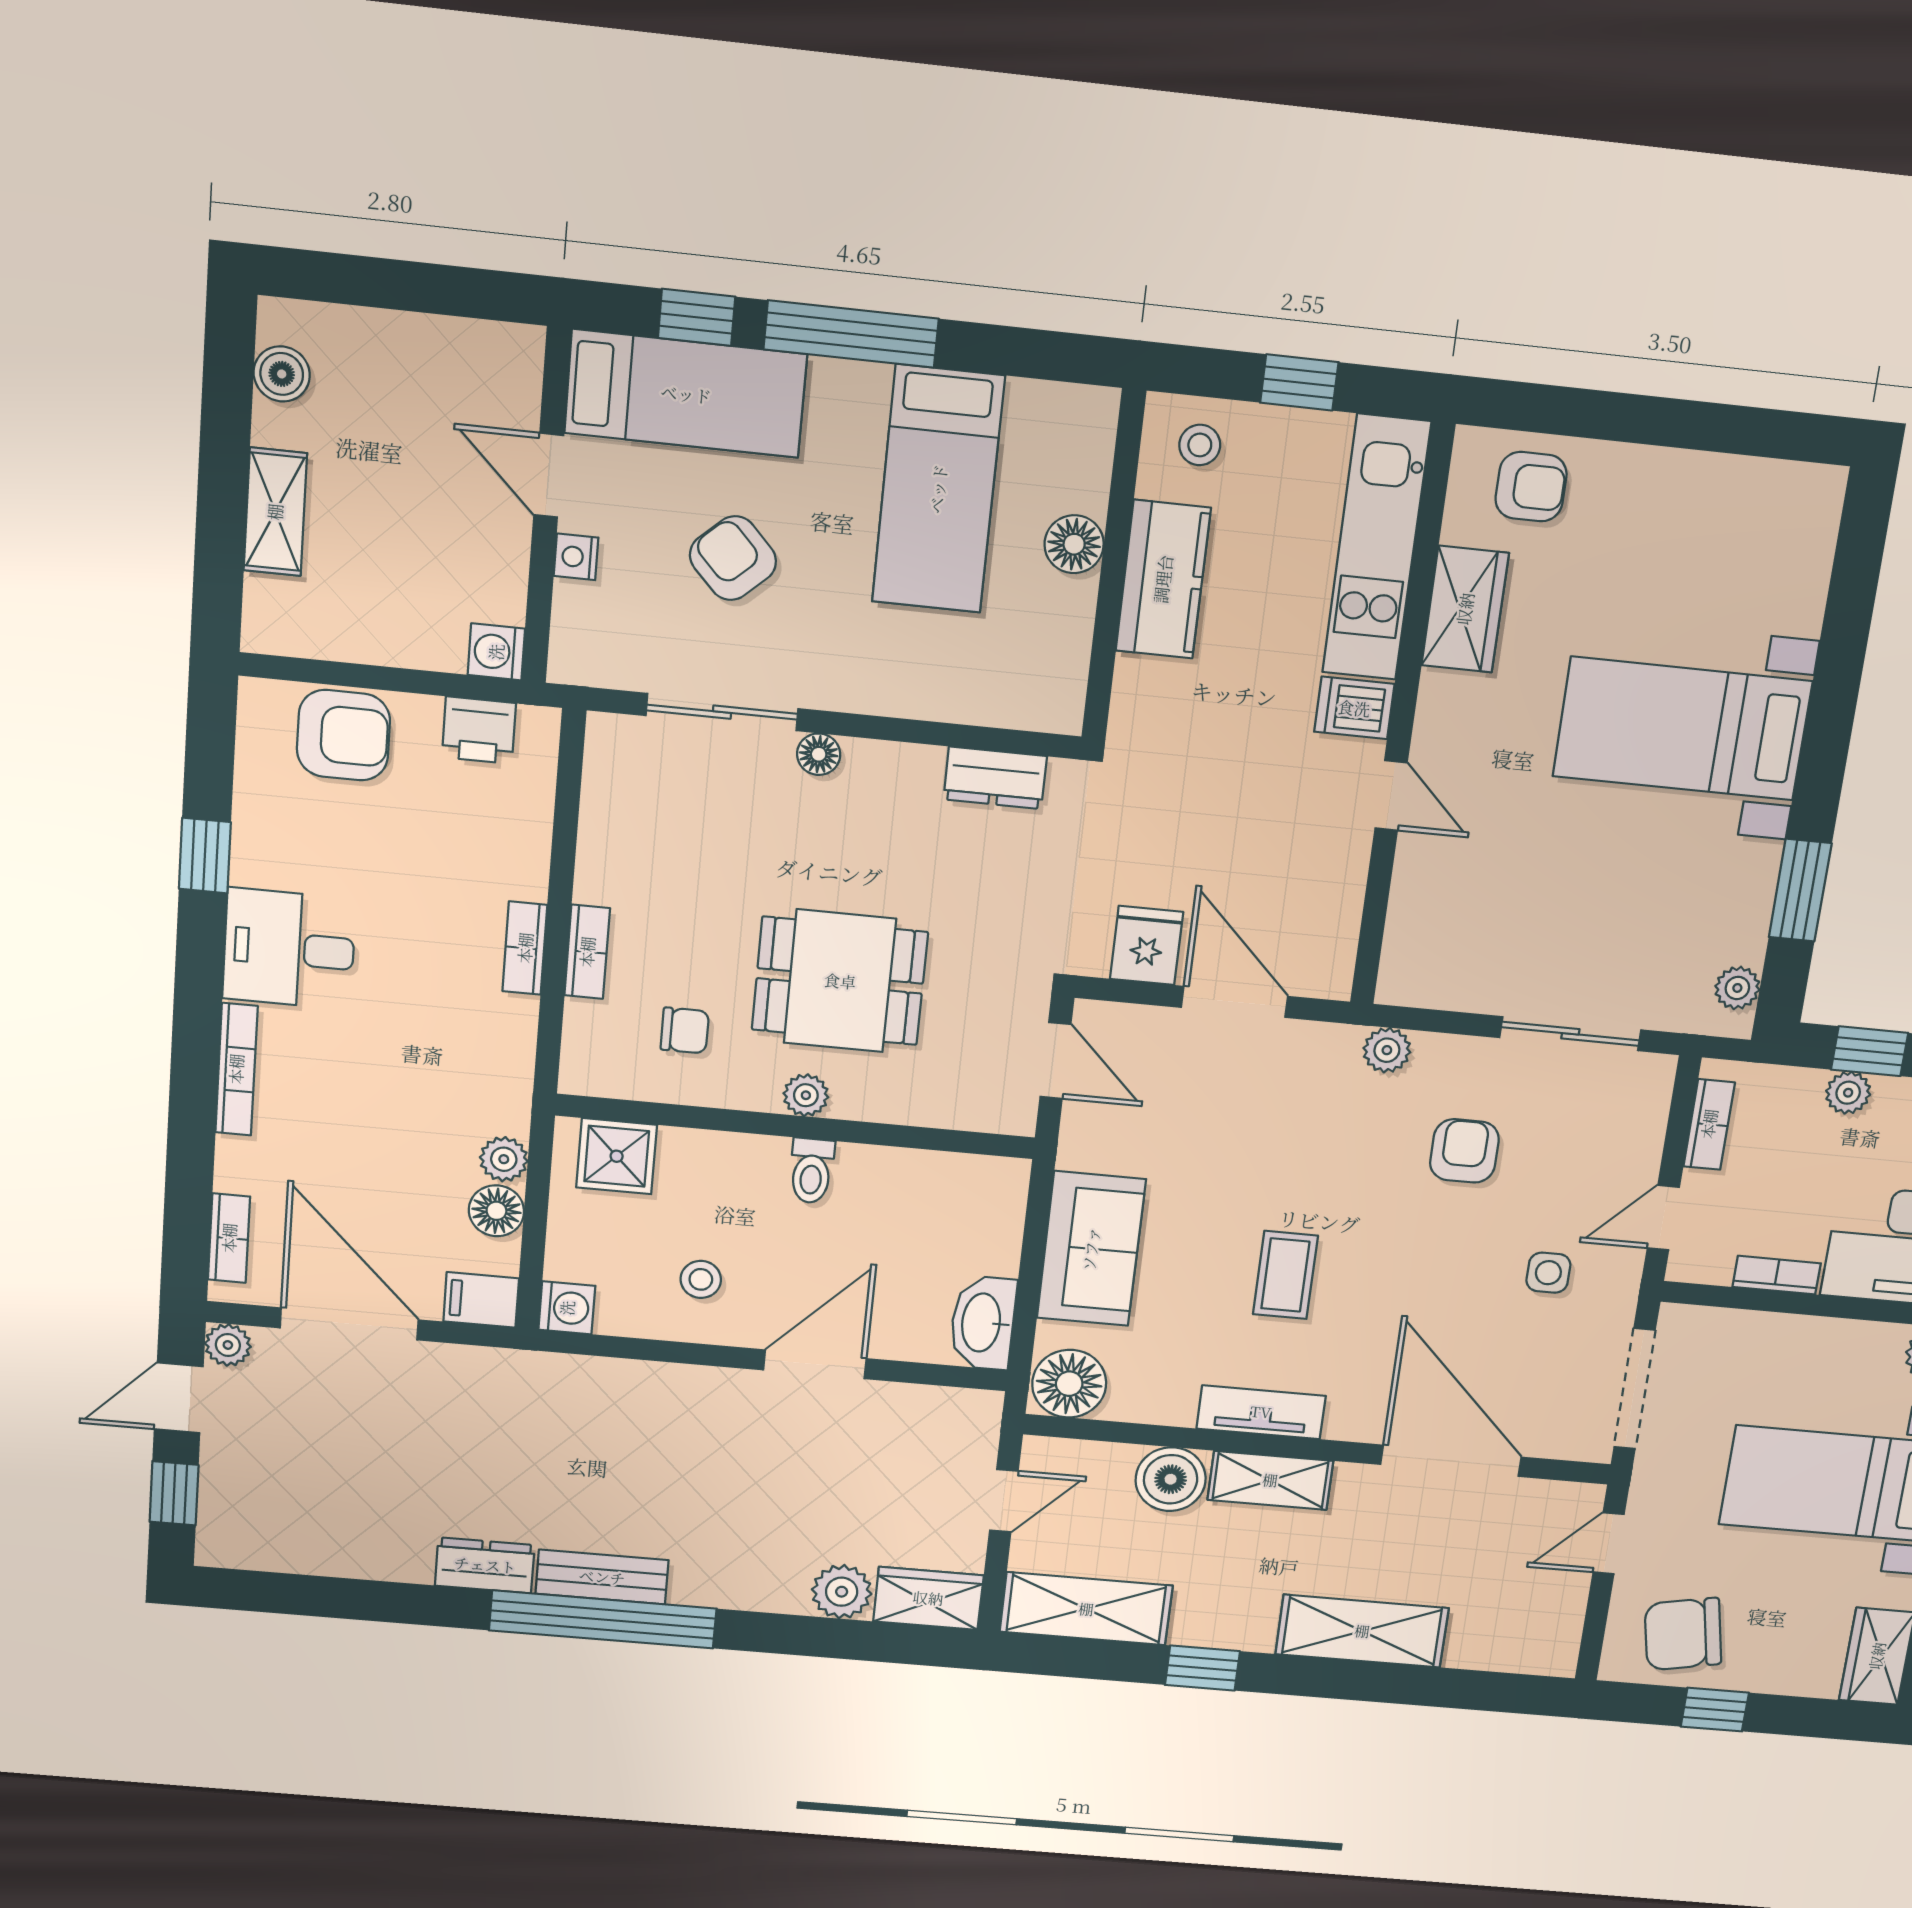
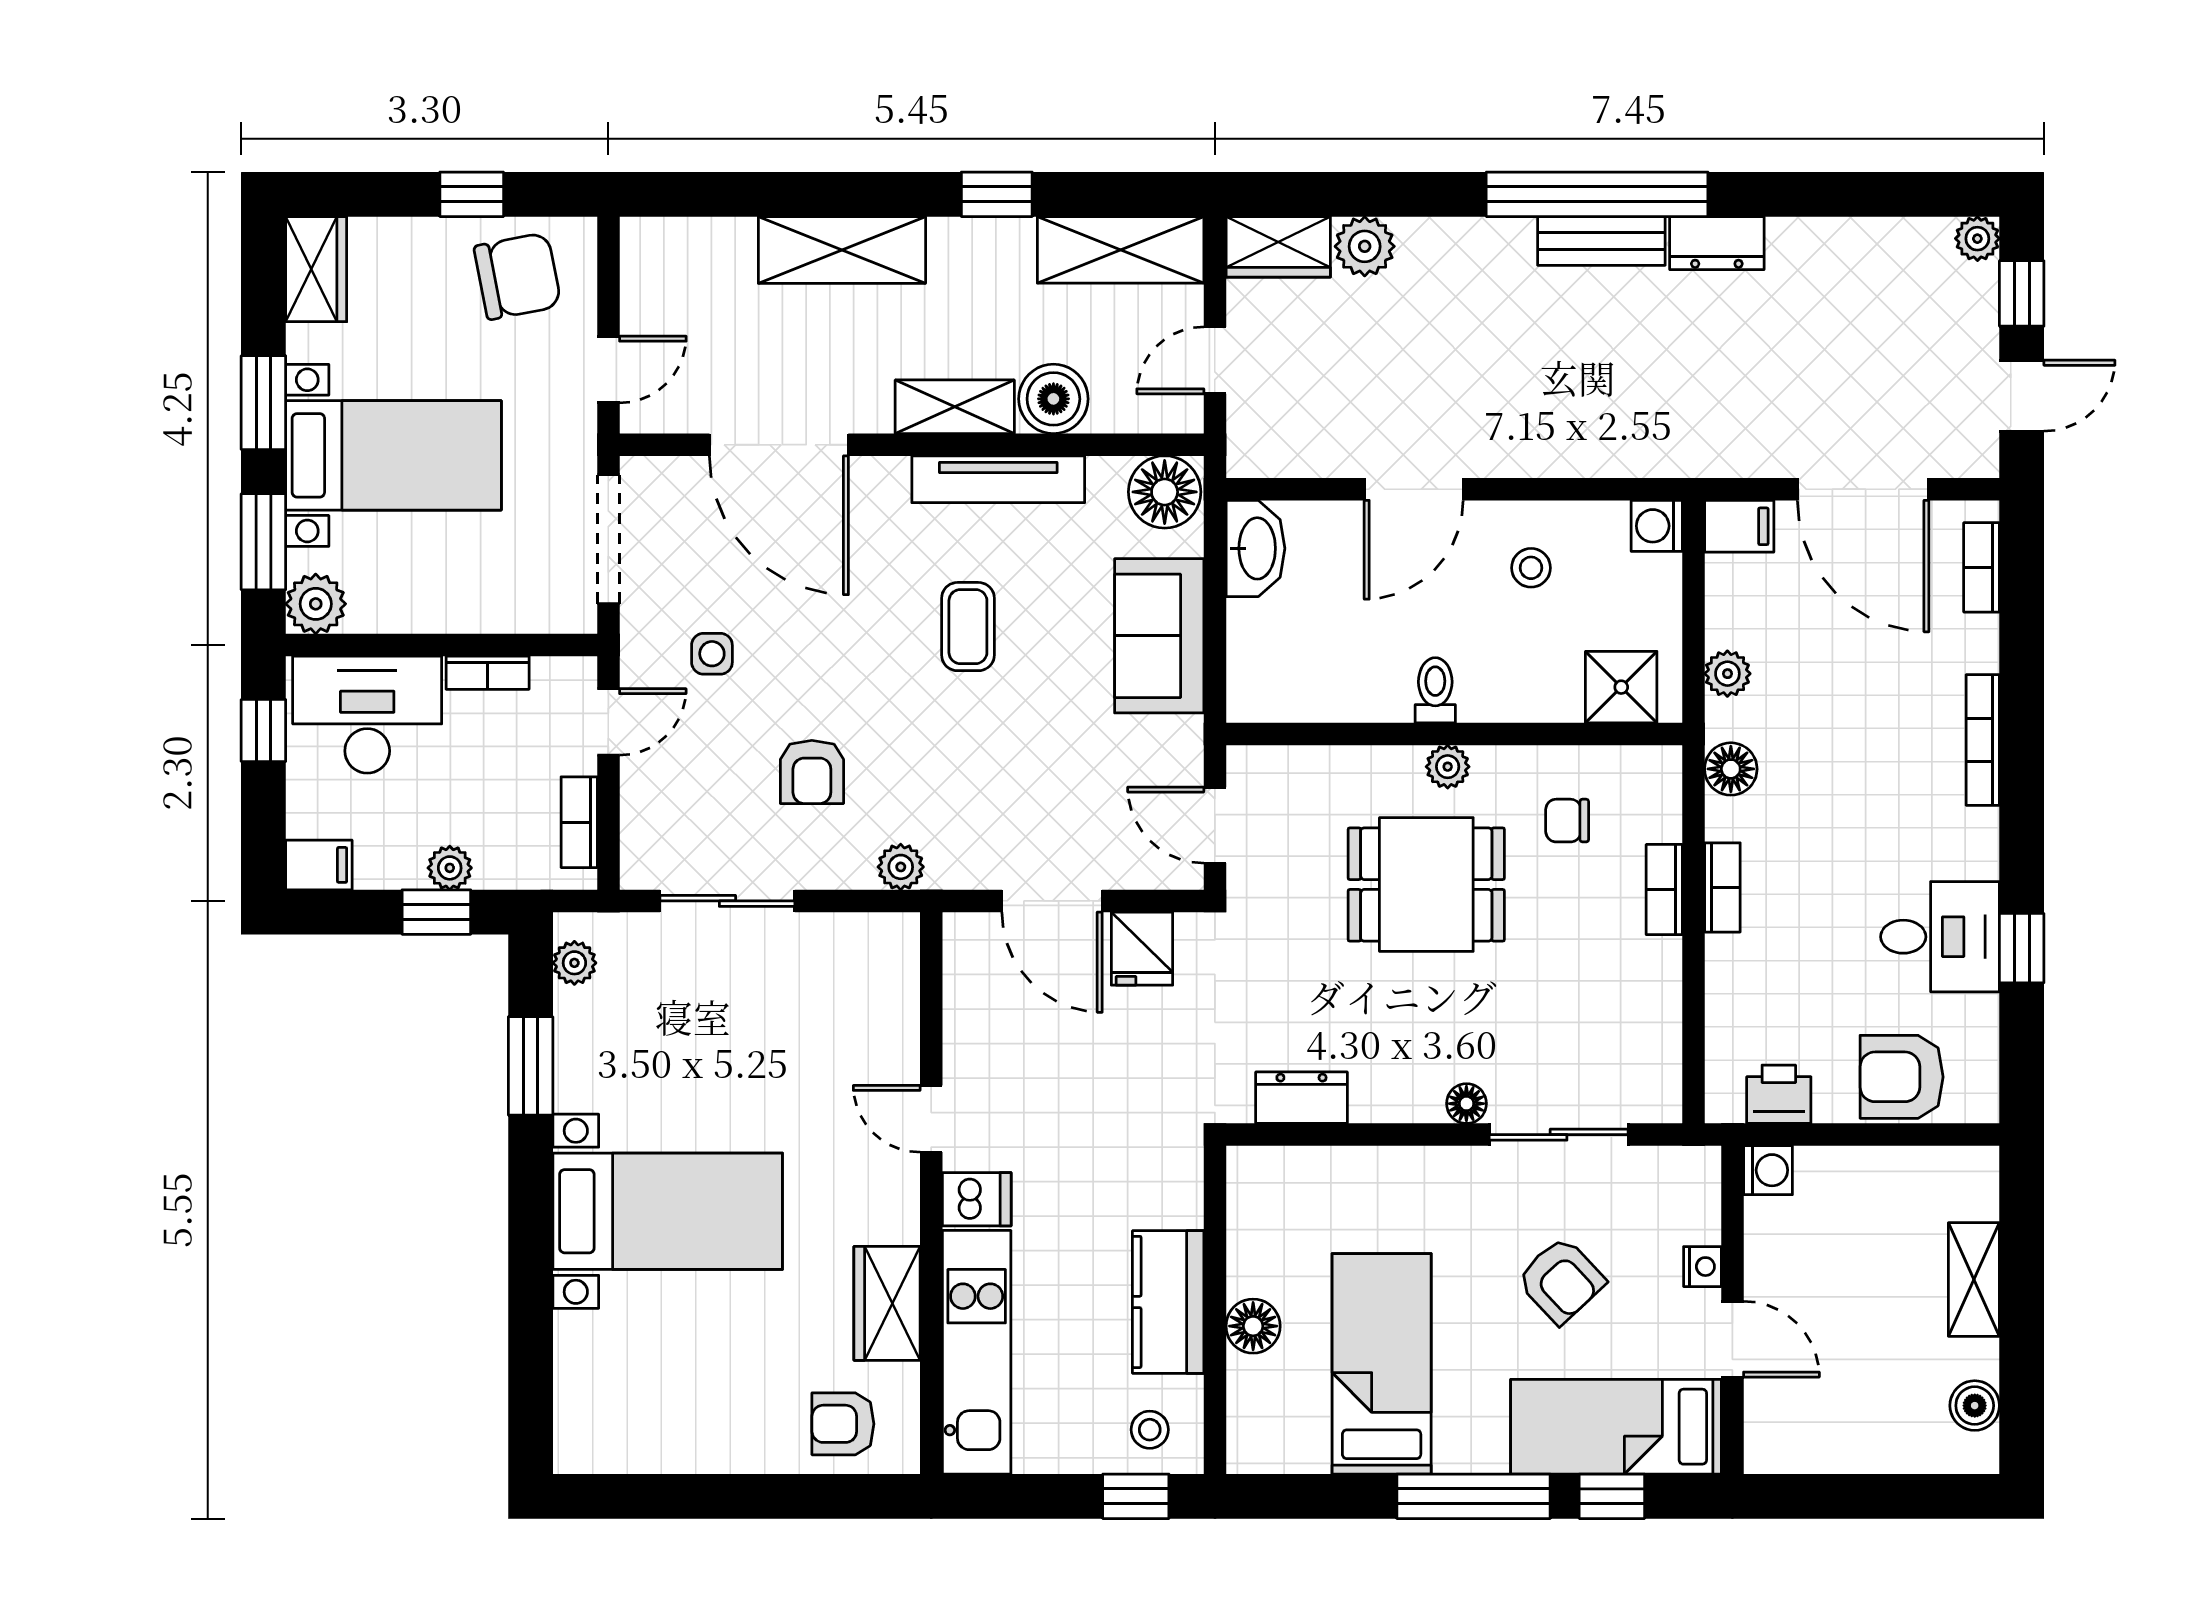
window: (1299, 382) -> (1136, 1496), moved
desk: (289, 949) -> (1940, 937), moved
floor lamp: (496, 1211) -> (1731, 769), moved
plant: (228, 1345) -> (1977, 239), moved
tv unit: (1261, 1412) -> (998, 479), width x1.41

